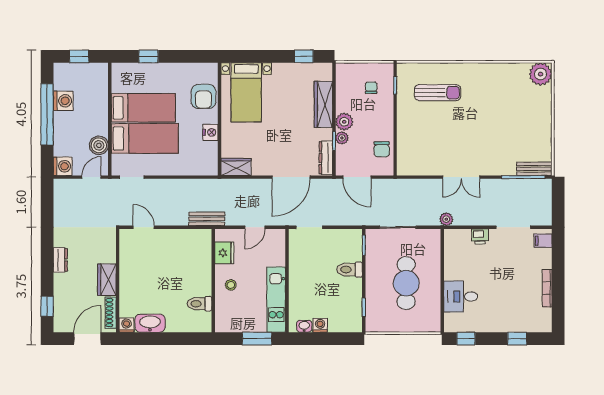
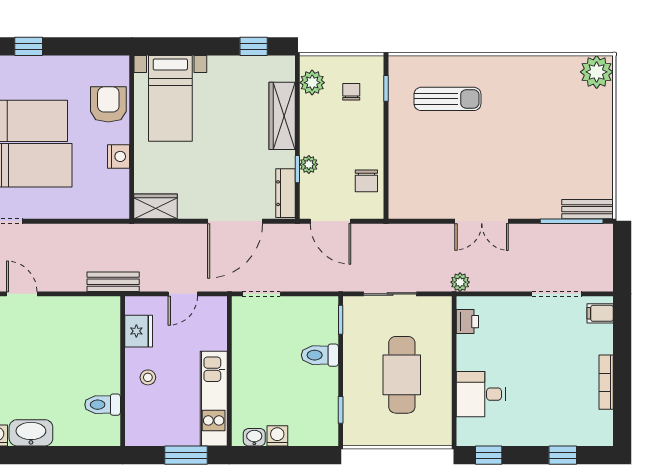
armchair: (203, 96) -> (108, 104), turned 180
plant: (344, 122) -> (312, 83), moved
printer: (480, 236) -> (467, 322), moved, turned -90

